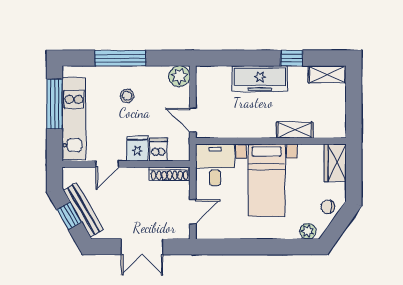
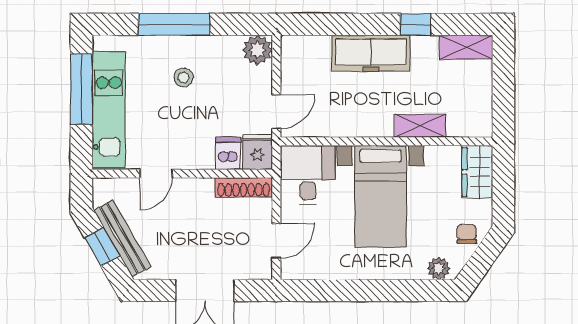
door: (193, 120) -> (276, 112), swing flipped
fridge: (137, 149) -> (257, 152), moved
chair: (328, 207) -> (467, 234), turned 90

